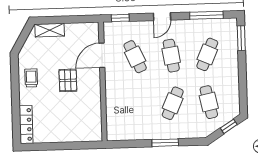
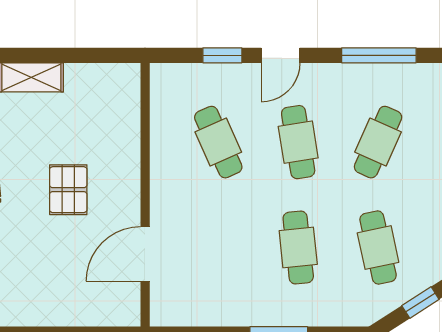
window: (120, 18) -> (222, 55), moved
door: (102, 55) -> (145, 254), moved
cafe table: (173, 103) -> (298, 248), turned -30

